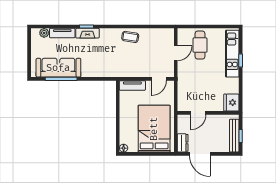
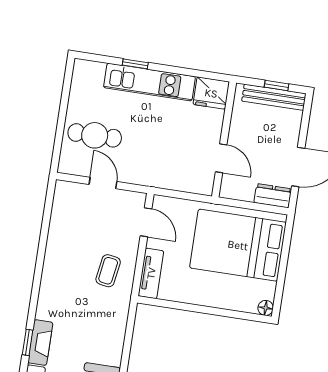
coffee table: (130, 37) -> (108, 271), moved
kitchen unit: (232, 54) -> (149, 82), moved

